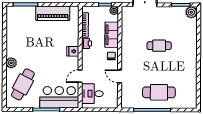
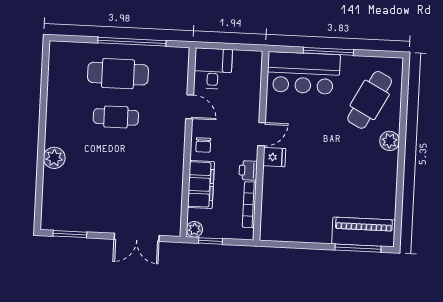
plant: (191, 12) -> (54, 158), moved
piano: (53, 13) -> (364, 232), moved
cafe table: (159, 46) -> (116, 117), moved
door: (80, 76) -> (262, 134), moved
desk: (92, 94) -> (213, 69), moved, turned -90

